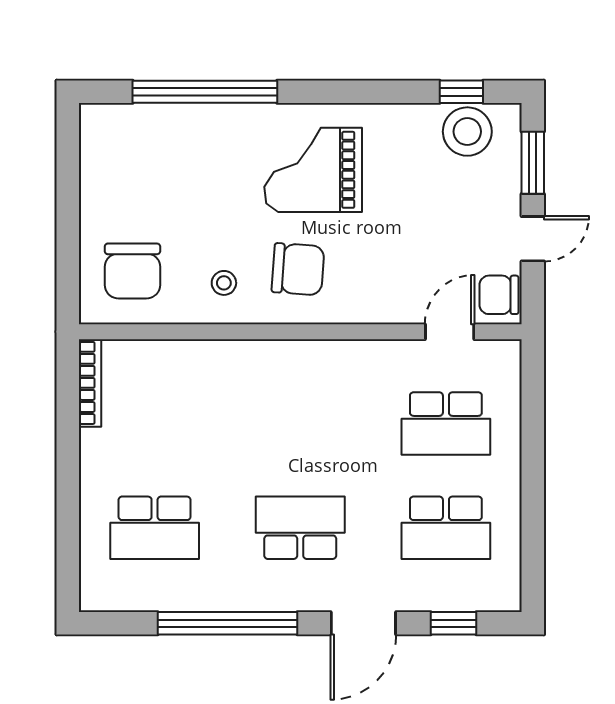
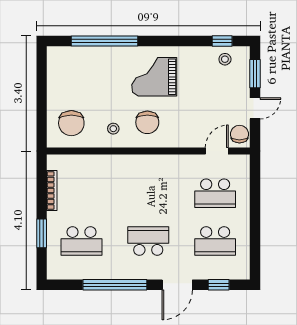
stool: (467, 132) -> (225, 59), width x0.53, depth x0.53
chair: (298, 269) -> (147, 122), turned 86
chair: (499, 295) -> (239, 134), turned 90
bookcase: (90, 383) -> (52, 190), moved
window: (68, 511) -> (42, 233), added

